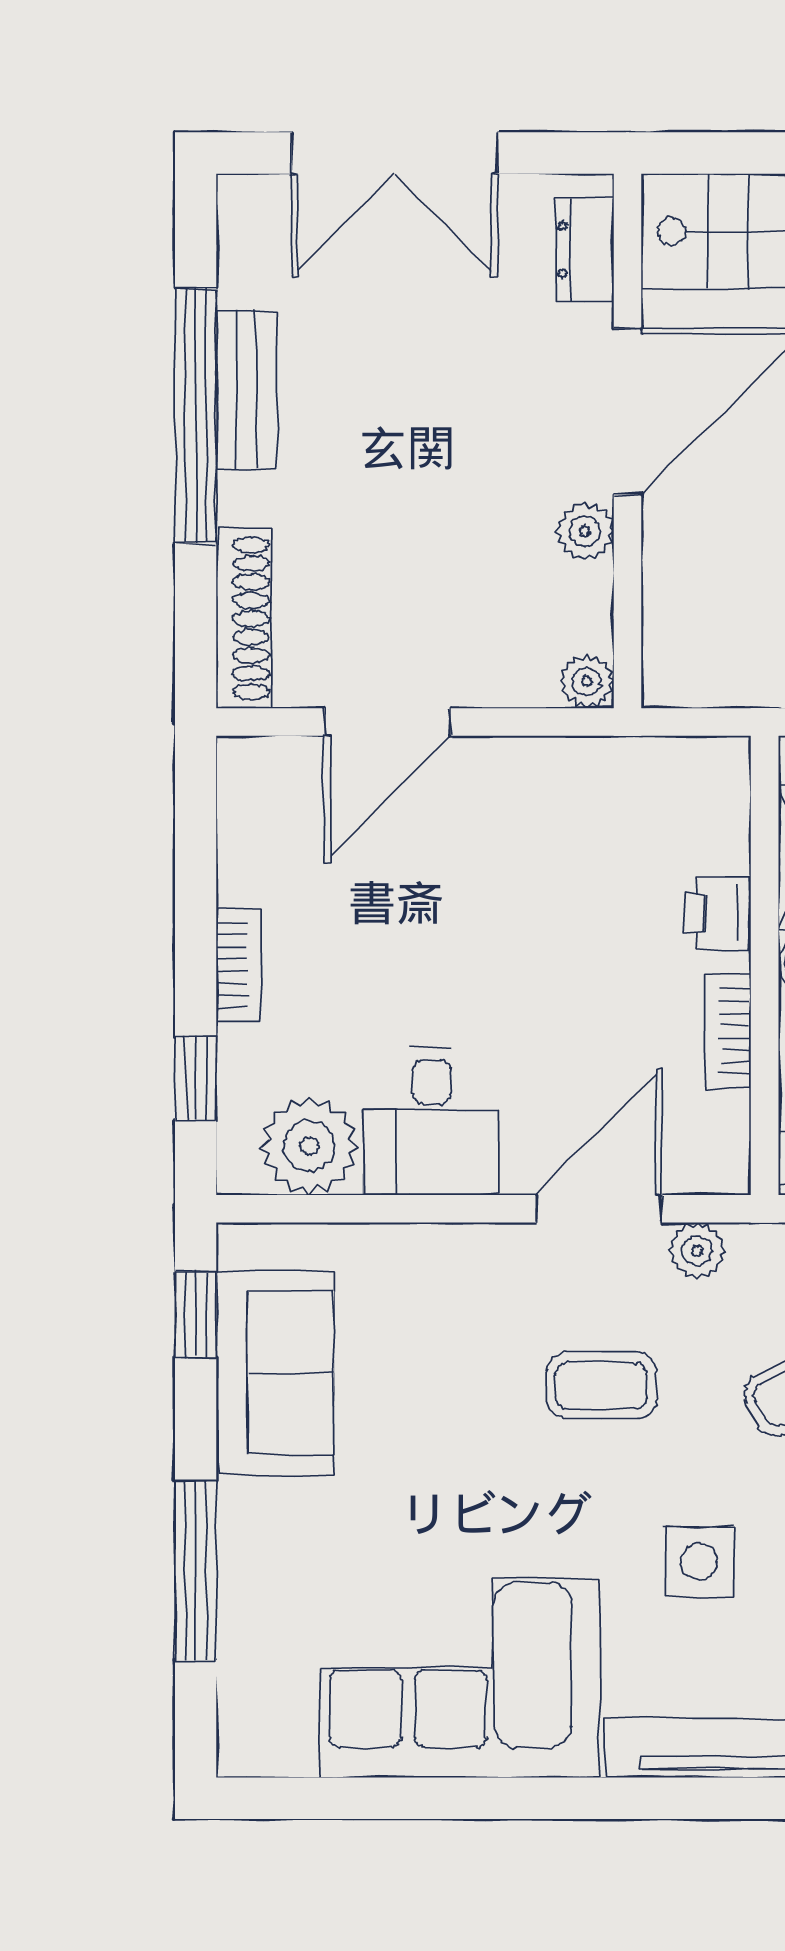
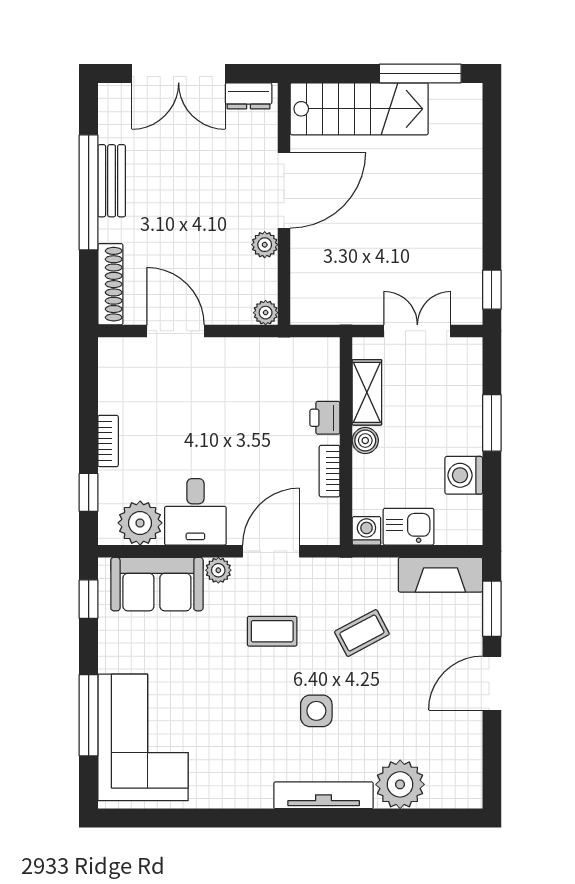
dresser: (585, 250) -> (249, 96), moved, turned -90
door: (388, 722) -> (175, 331), swing flipped
plant: (697, 1251) -> (218, 570), moved
sofa: (275, 1373) -> (157, 584), moved, turned 90
corner sofa: (460, 1678) -> (143, 737), moved, turned 90

